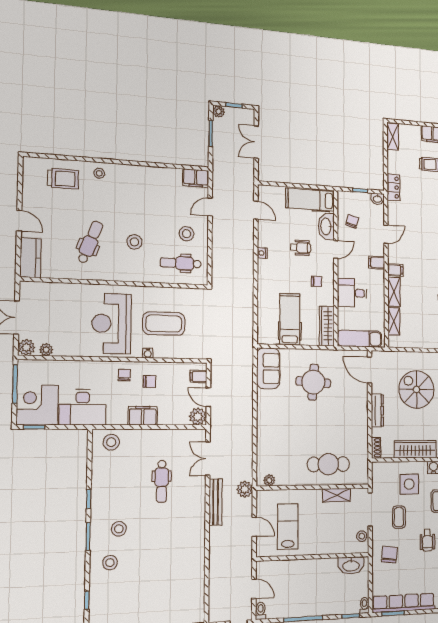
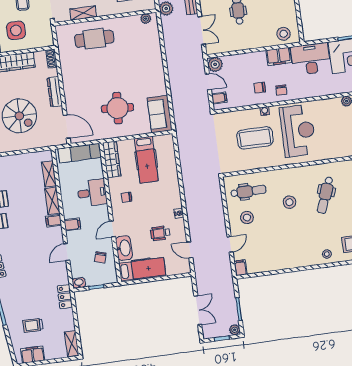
filing cabinet: (196, 178) -> (240, 268), width x0.50
wheelchair: (301, 248) -> (160, 233), moved
filing cabinet: (143, 416) -> (279, 56), moved

